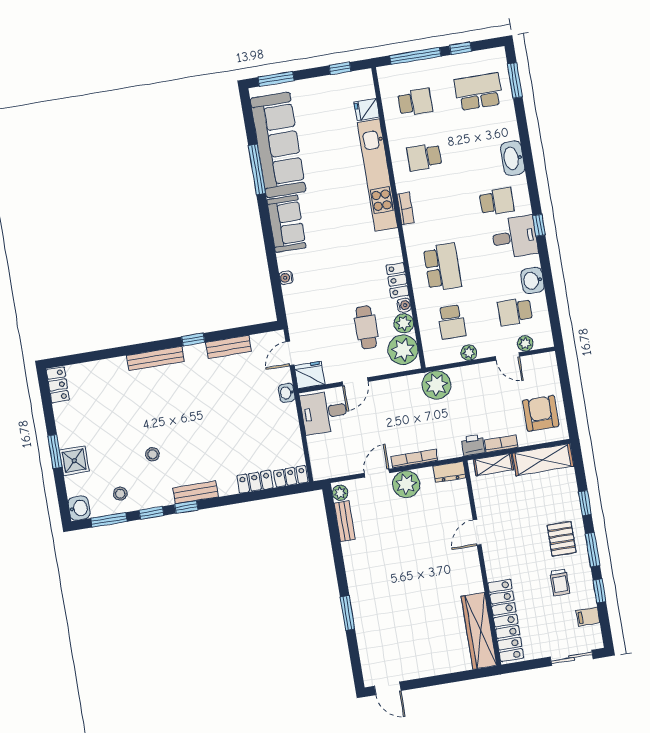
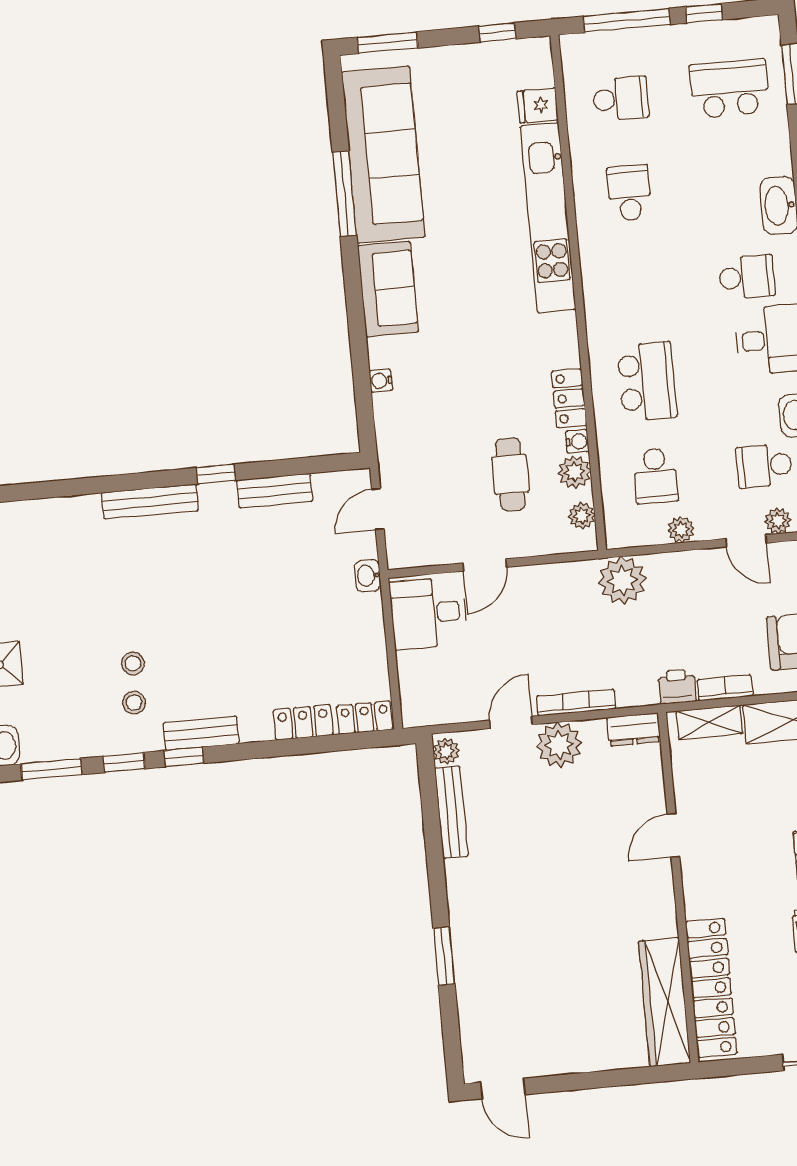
school desk: (424, 157) -> (629, 193), turned 90
bookcase: (406, 208) -> (591, 278), removed
plant: (403, 350) -> (582, 516), width x0.53, depth x0.53
fridge: (310, 375) -> (409, 548), removed
stool: (120, 494) -> (134, 703), moved
bench: (345, 521) -> (451, 812), width x1.36

